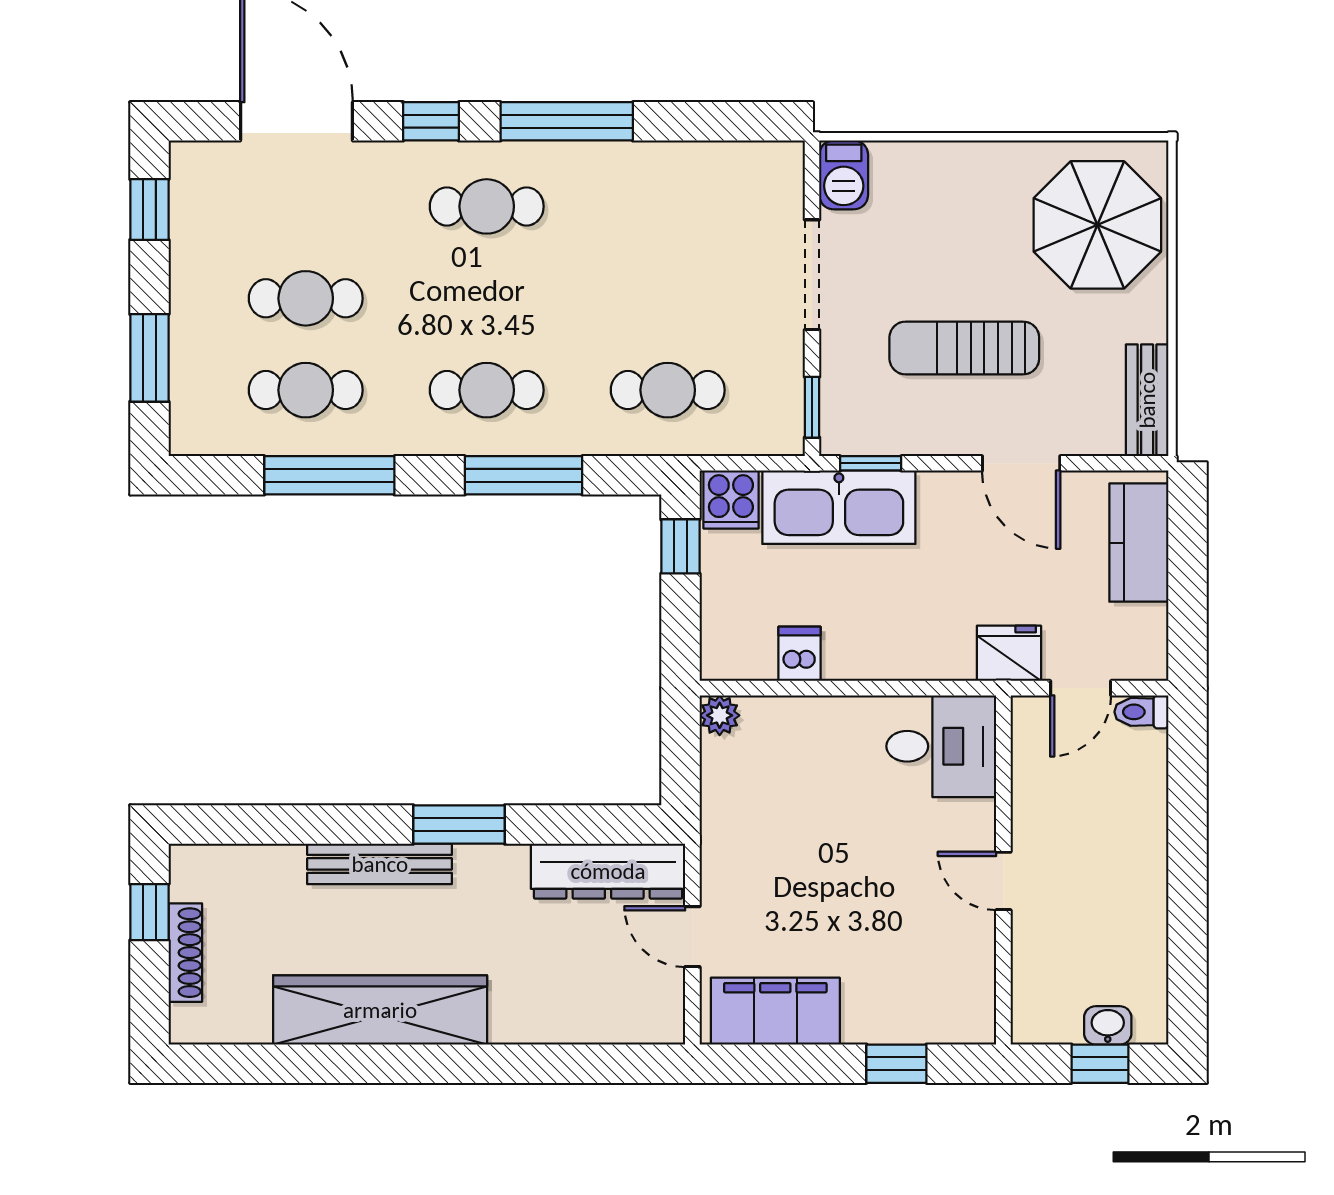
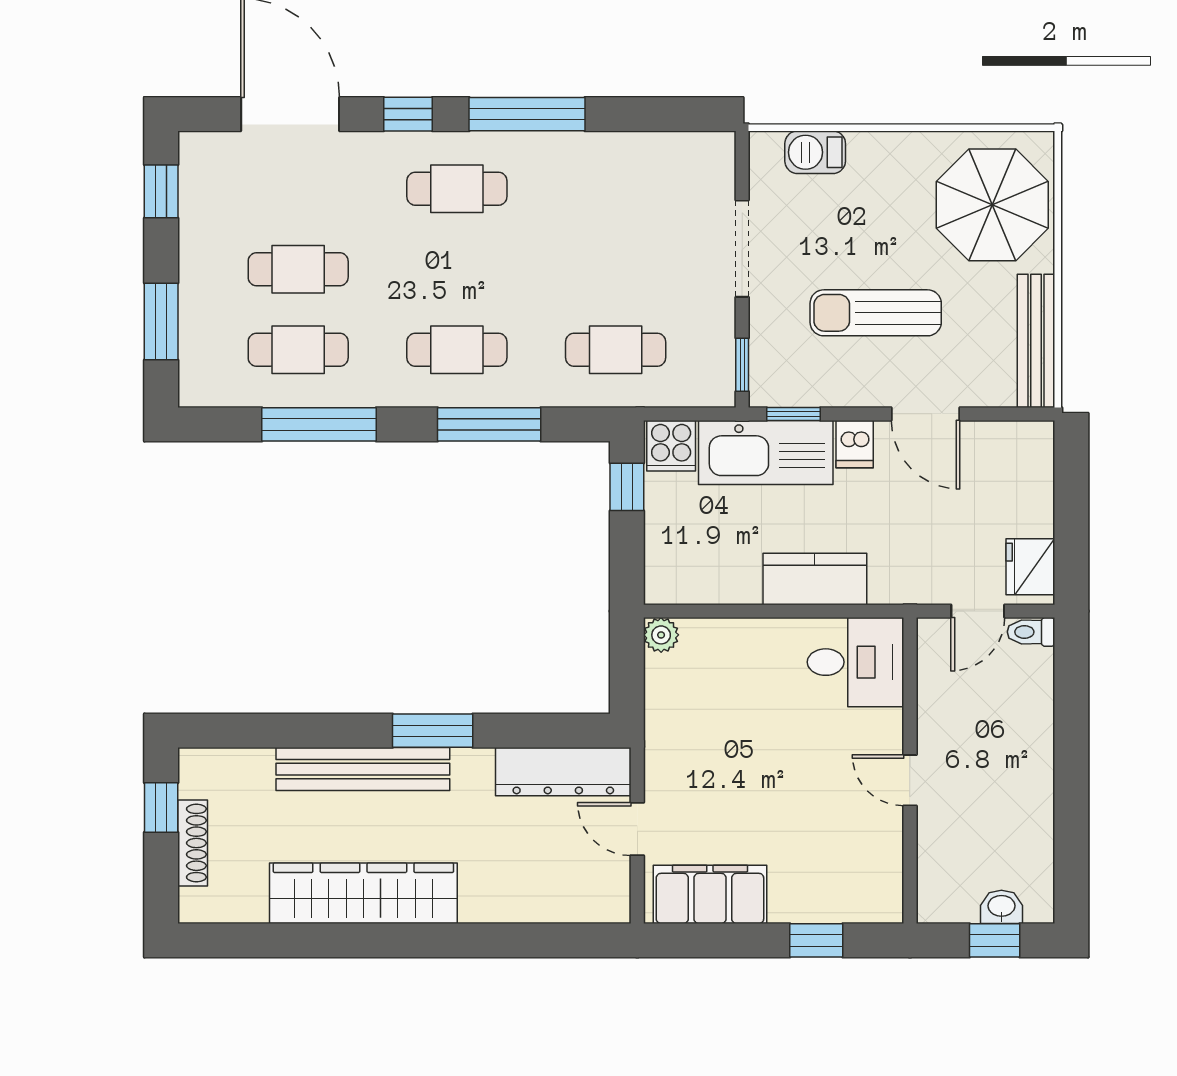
barbecue: (844, 175) -> (815, 152), moved, turned 90
bench: (1147, 400) -> (1036, 341), width x1.36
kitchen counter: (1139, 543) -> (815, 579), moved, turned 90
fridge: (1009, 653) -> (1030, 567), moved, turned -90
dishwasher: (800, 654) -> (855, 444), moved, turned 180
bench: (380, 864) -> (363, 769), width x1.37, depth x1.21

